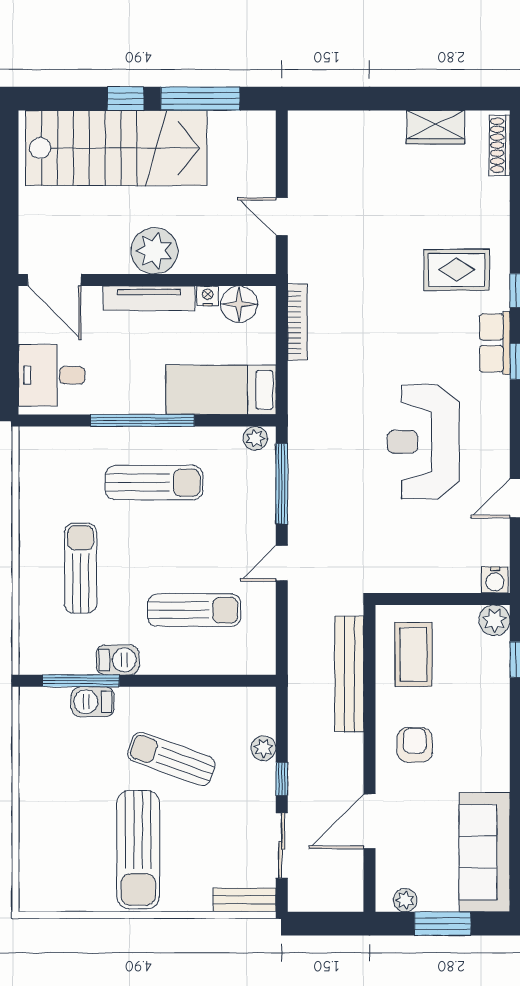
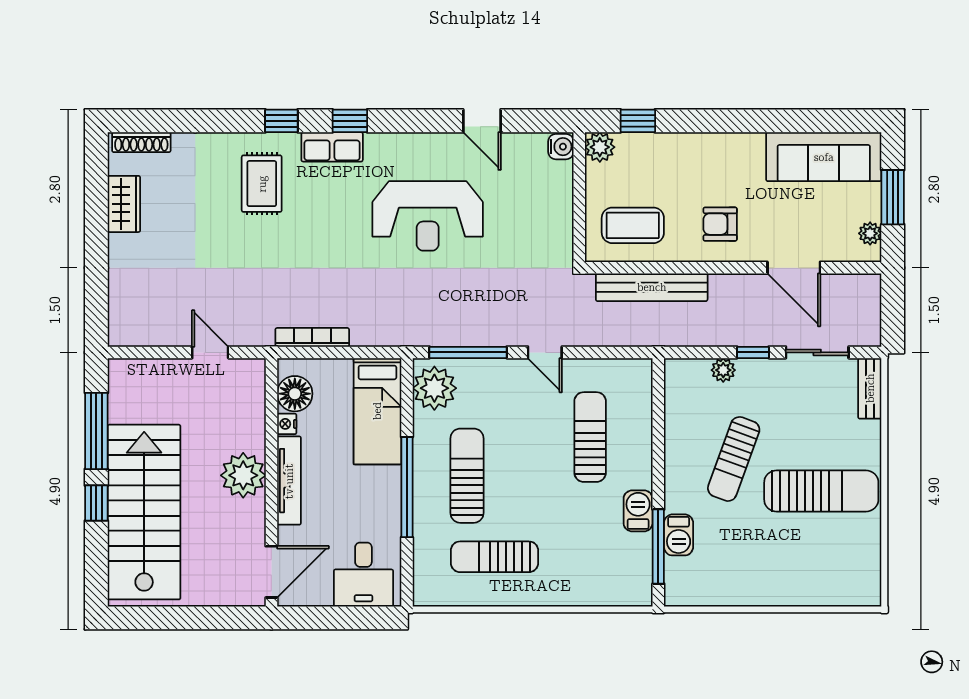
door: (282, 217) -> (210, 352), swing flipped
plant: (255, 438) -> (434, 388), width x1.88, depth x1.88
sun lounger: (81, 568) -> (494, 557), moved

